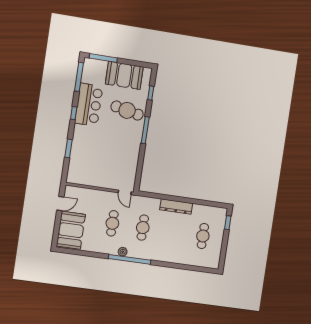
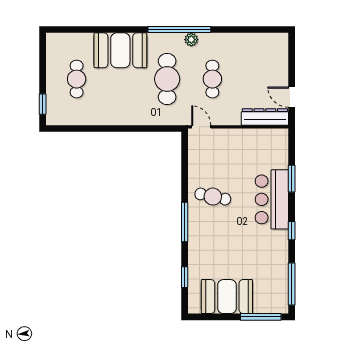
bar counter: (89, 105) -> (272, 199), moved
cafe table: (127, 110) -> (213, 197), moved, width x0.73, depth x0.74
door: (60, 204) -> (292, 97), hinge flipped
dresser: (176, 207) -> (265, 117), moved
cafe table: (143, 228) -> (167, 79), width x1.37, depth x1.35
booth: (71, 230) -> (120, 50), moved, turned 90

